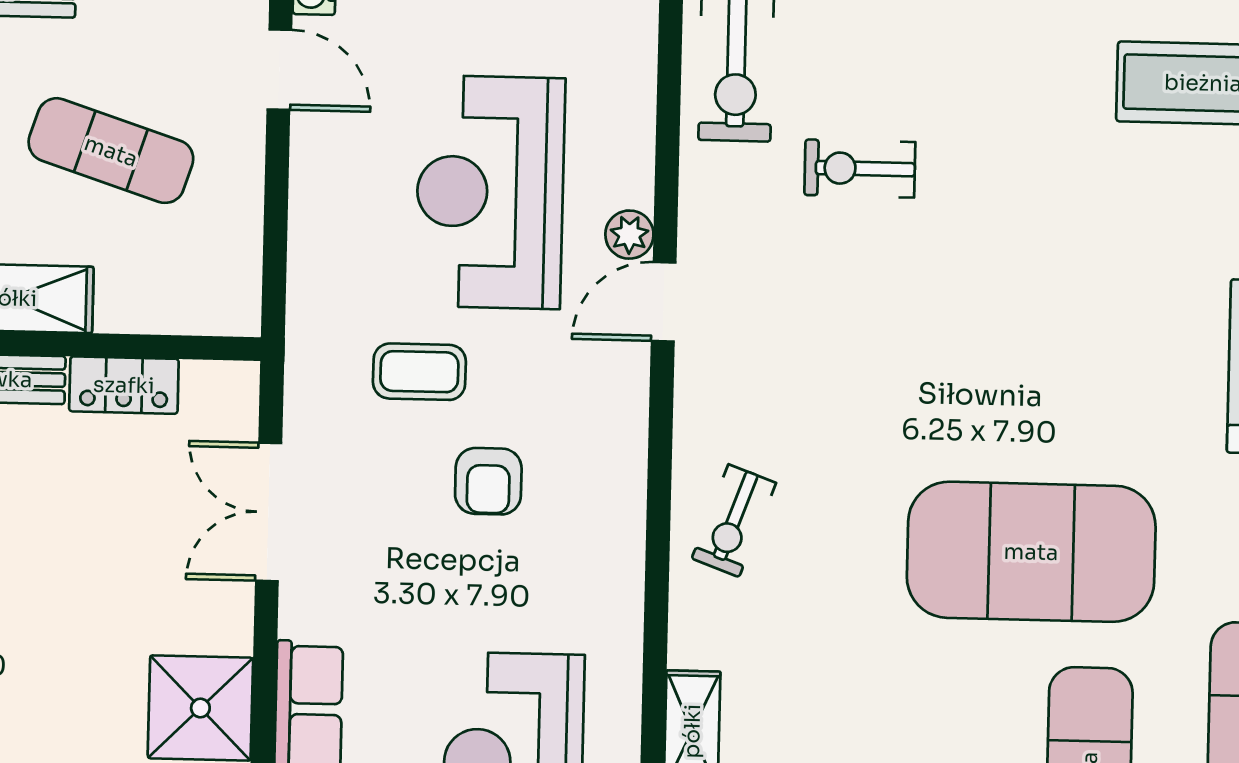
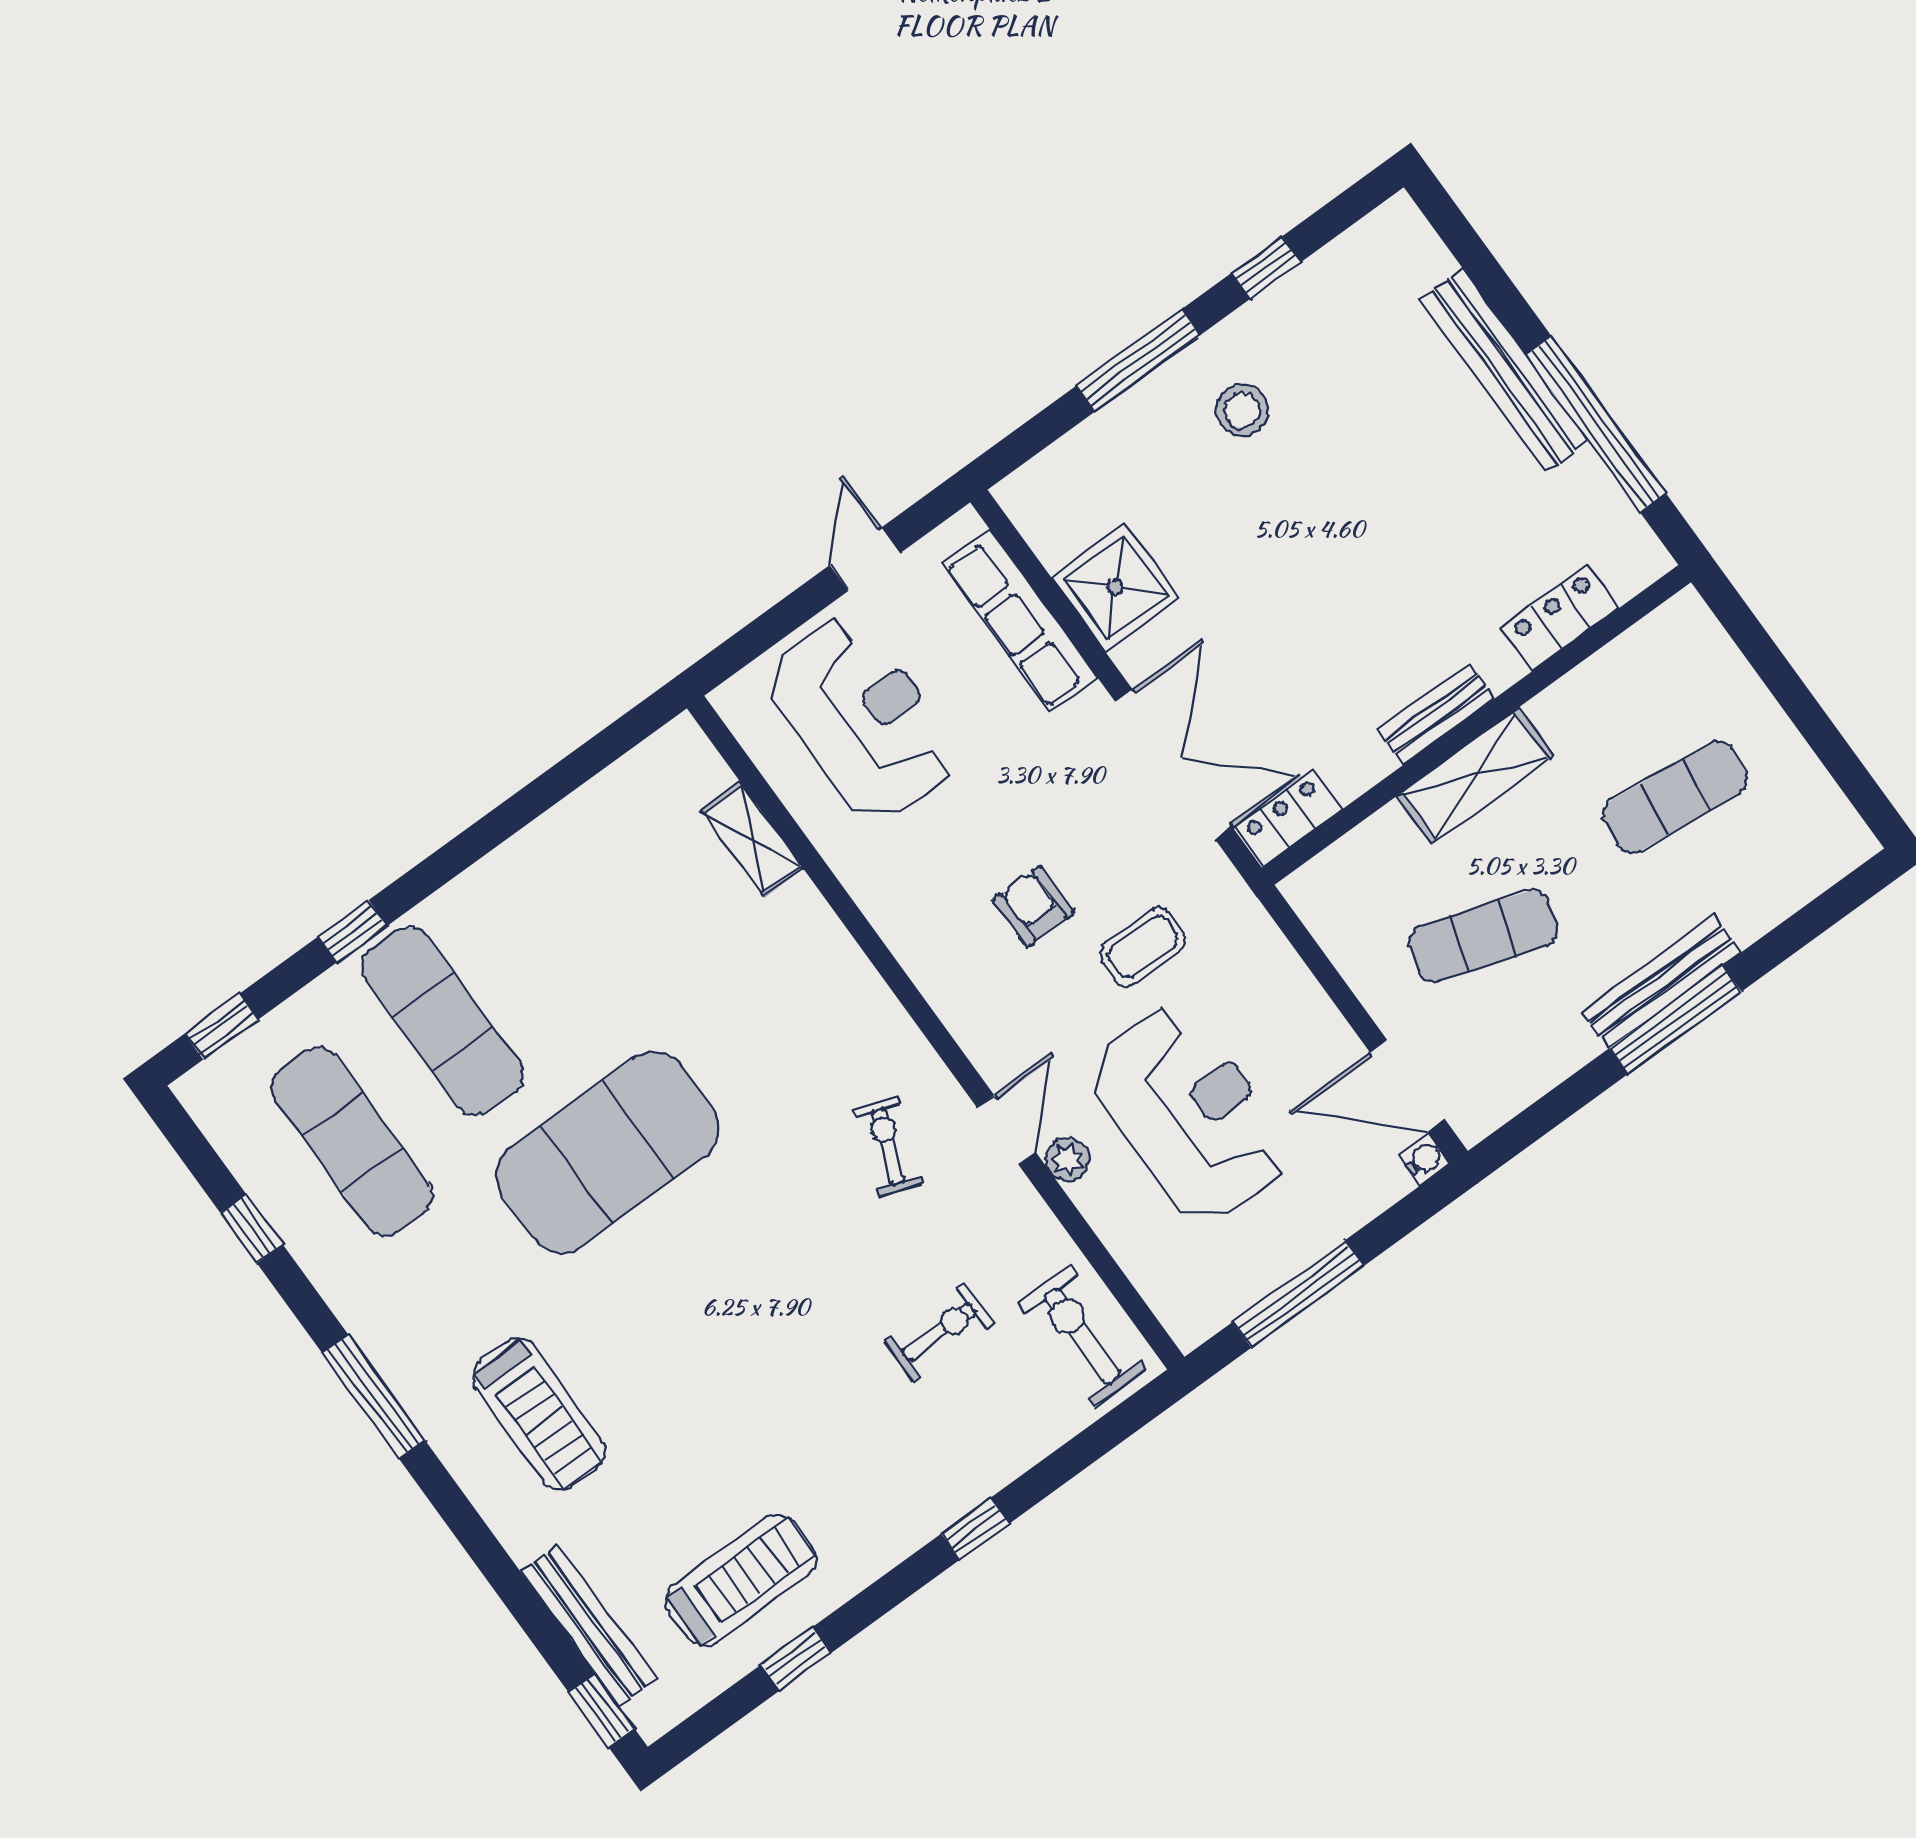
door: (279, 70) -> (1407, 1086), width x1.38
locker: (124, 385) -> (1288, 818), moved
double door: (269, 512) -> (1174, 764), width x1.37
exercise bike: (734, 521) -> (888, 1146), moved

